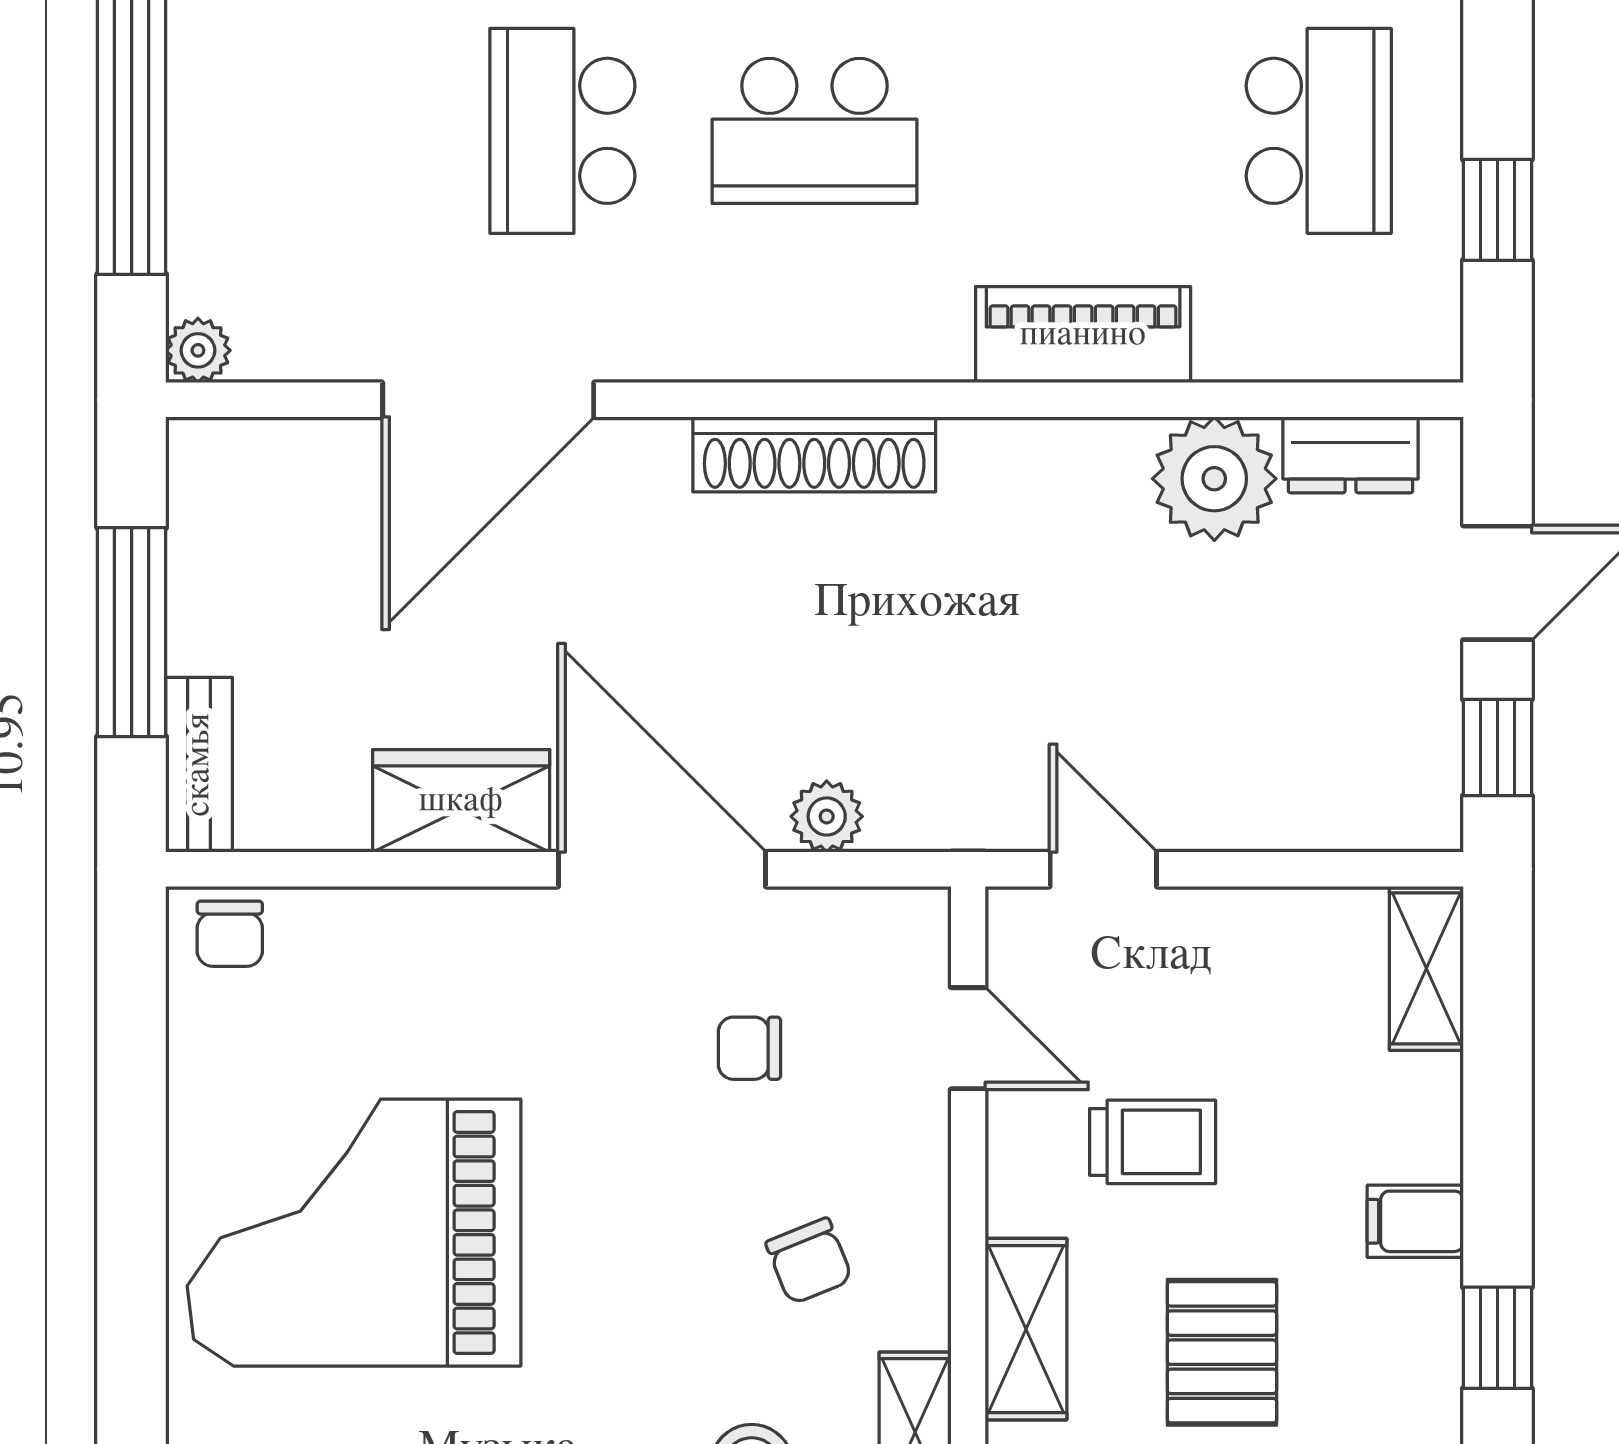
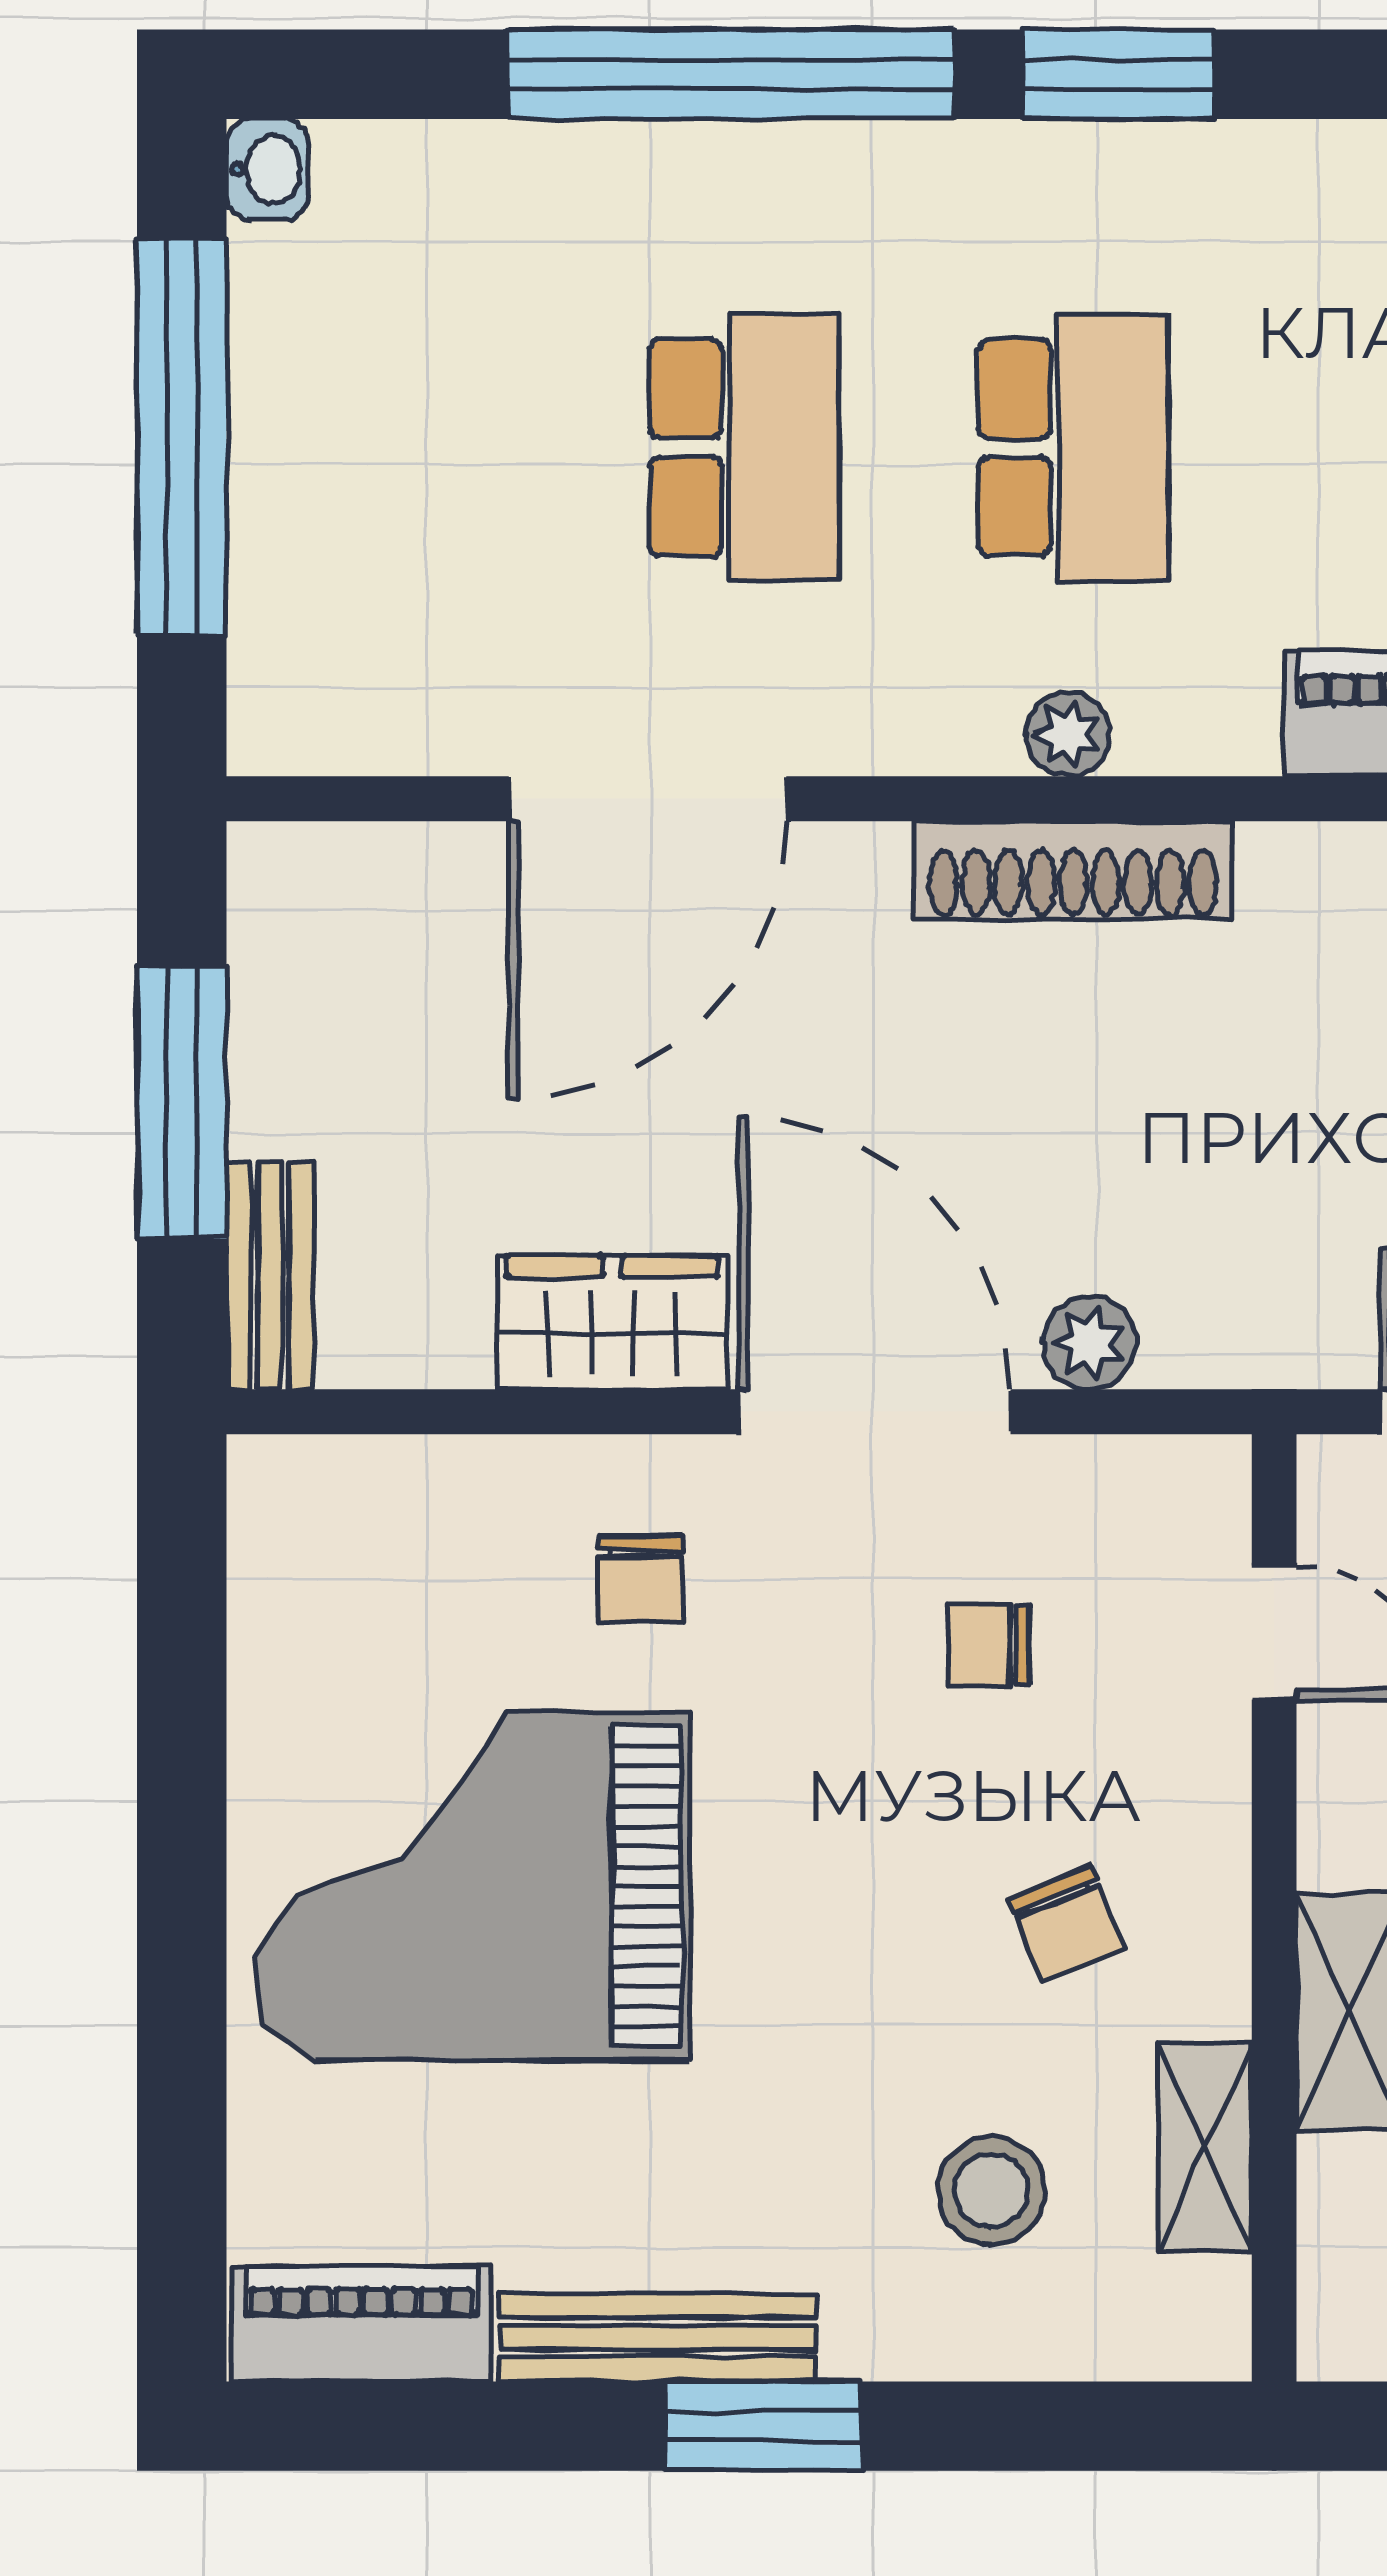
school desk: (562, 131) -> (744, 448), turned 180
school desk: (814, 131) -> (1074, 448), turned -90
plant: (198, 350) -> (1068, 734), moved
chair: (230, 934) -> (641, 1579), moved

